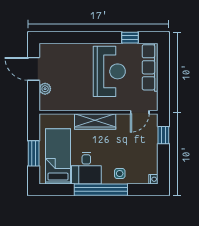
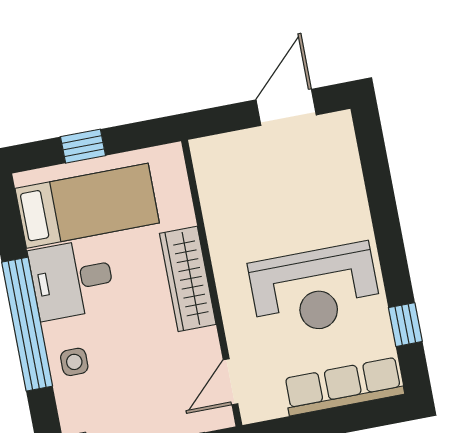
plant: (45, 89) -> (244, 144), removed
door: (140, 112) -> (231, 382), hinge flipped
window: (34, 153) -> (83, 146), width x0.67

